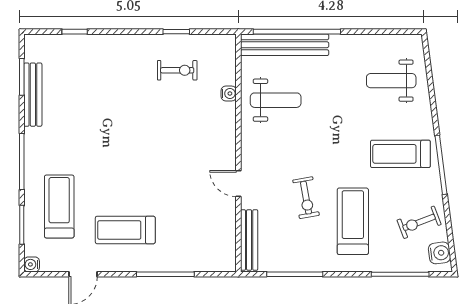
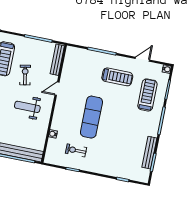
weight bench: (276, 100) -> (27, 107), moved
exercise mat: (160, 141) -> (91, 117), added
door: (238, 184) -> (57, 89), swing flipped
treadmill: (59, 206) -> (147, 95), turned 180

